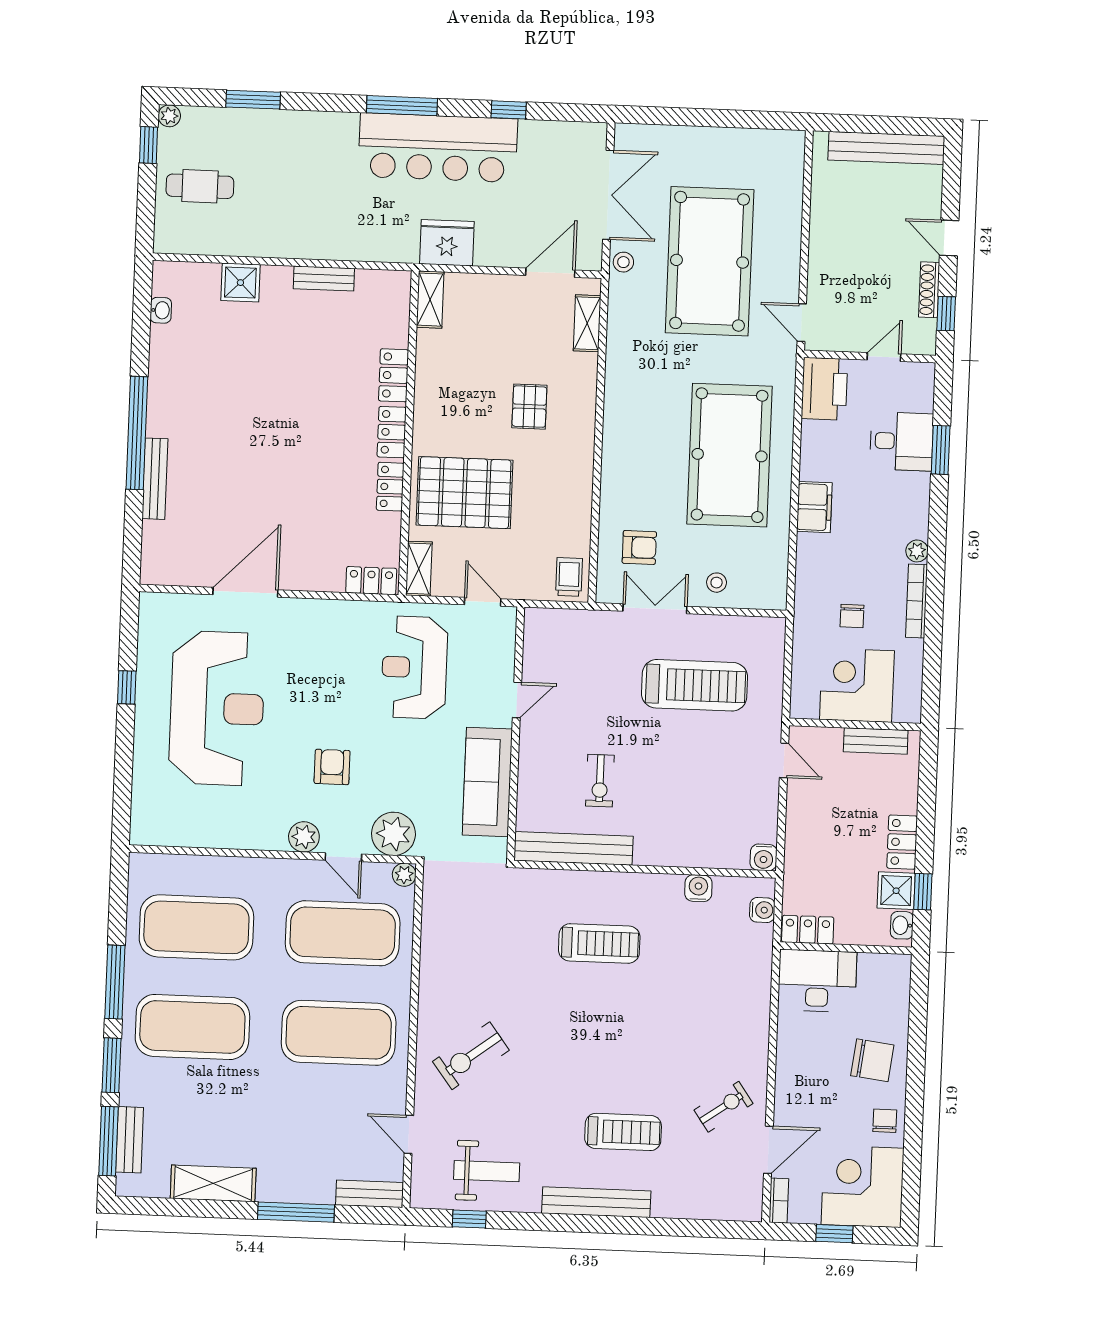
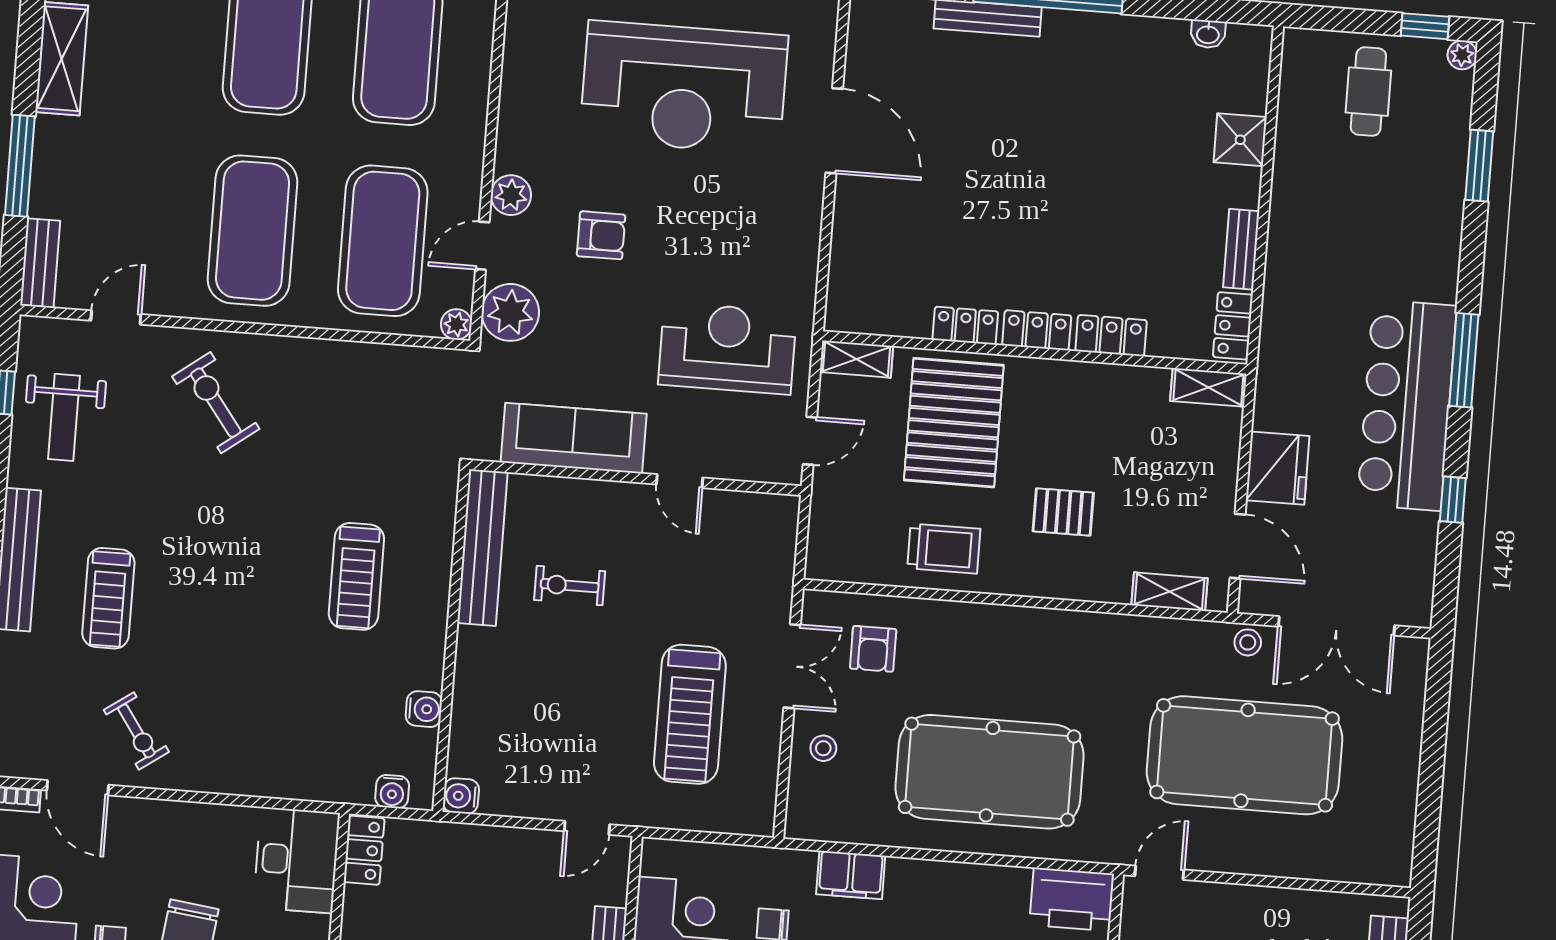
fridge: (447, 243) -> (1278, 468), moved
filing cabinet: (814, 507) -> (851, 875), moved
trolley: (569, 577) -> (944, 549), moved, width x1.36, depth x1.39
locker: (371, 581) -> (1233, 326), moved, turned 180

